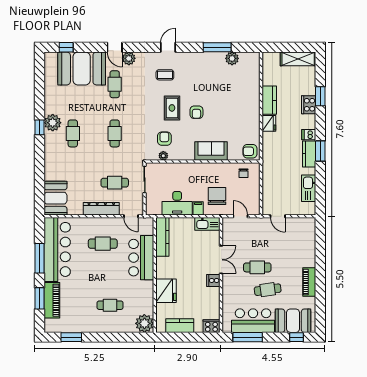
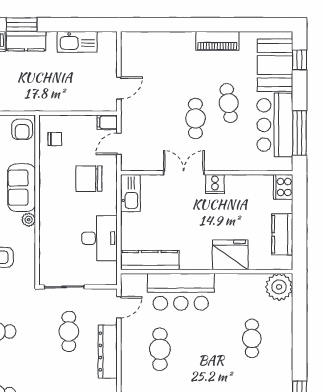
plant: (163, 156) -> (29, 220), moved
filing cabinet: (198, 208) -> (107, 122), moved

